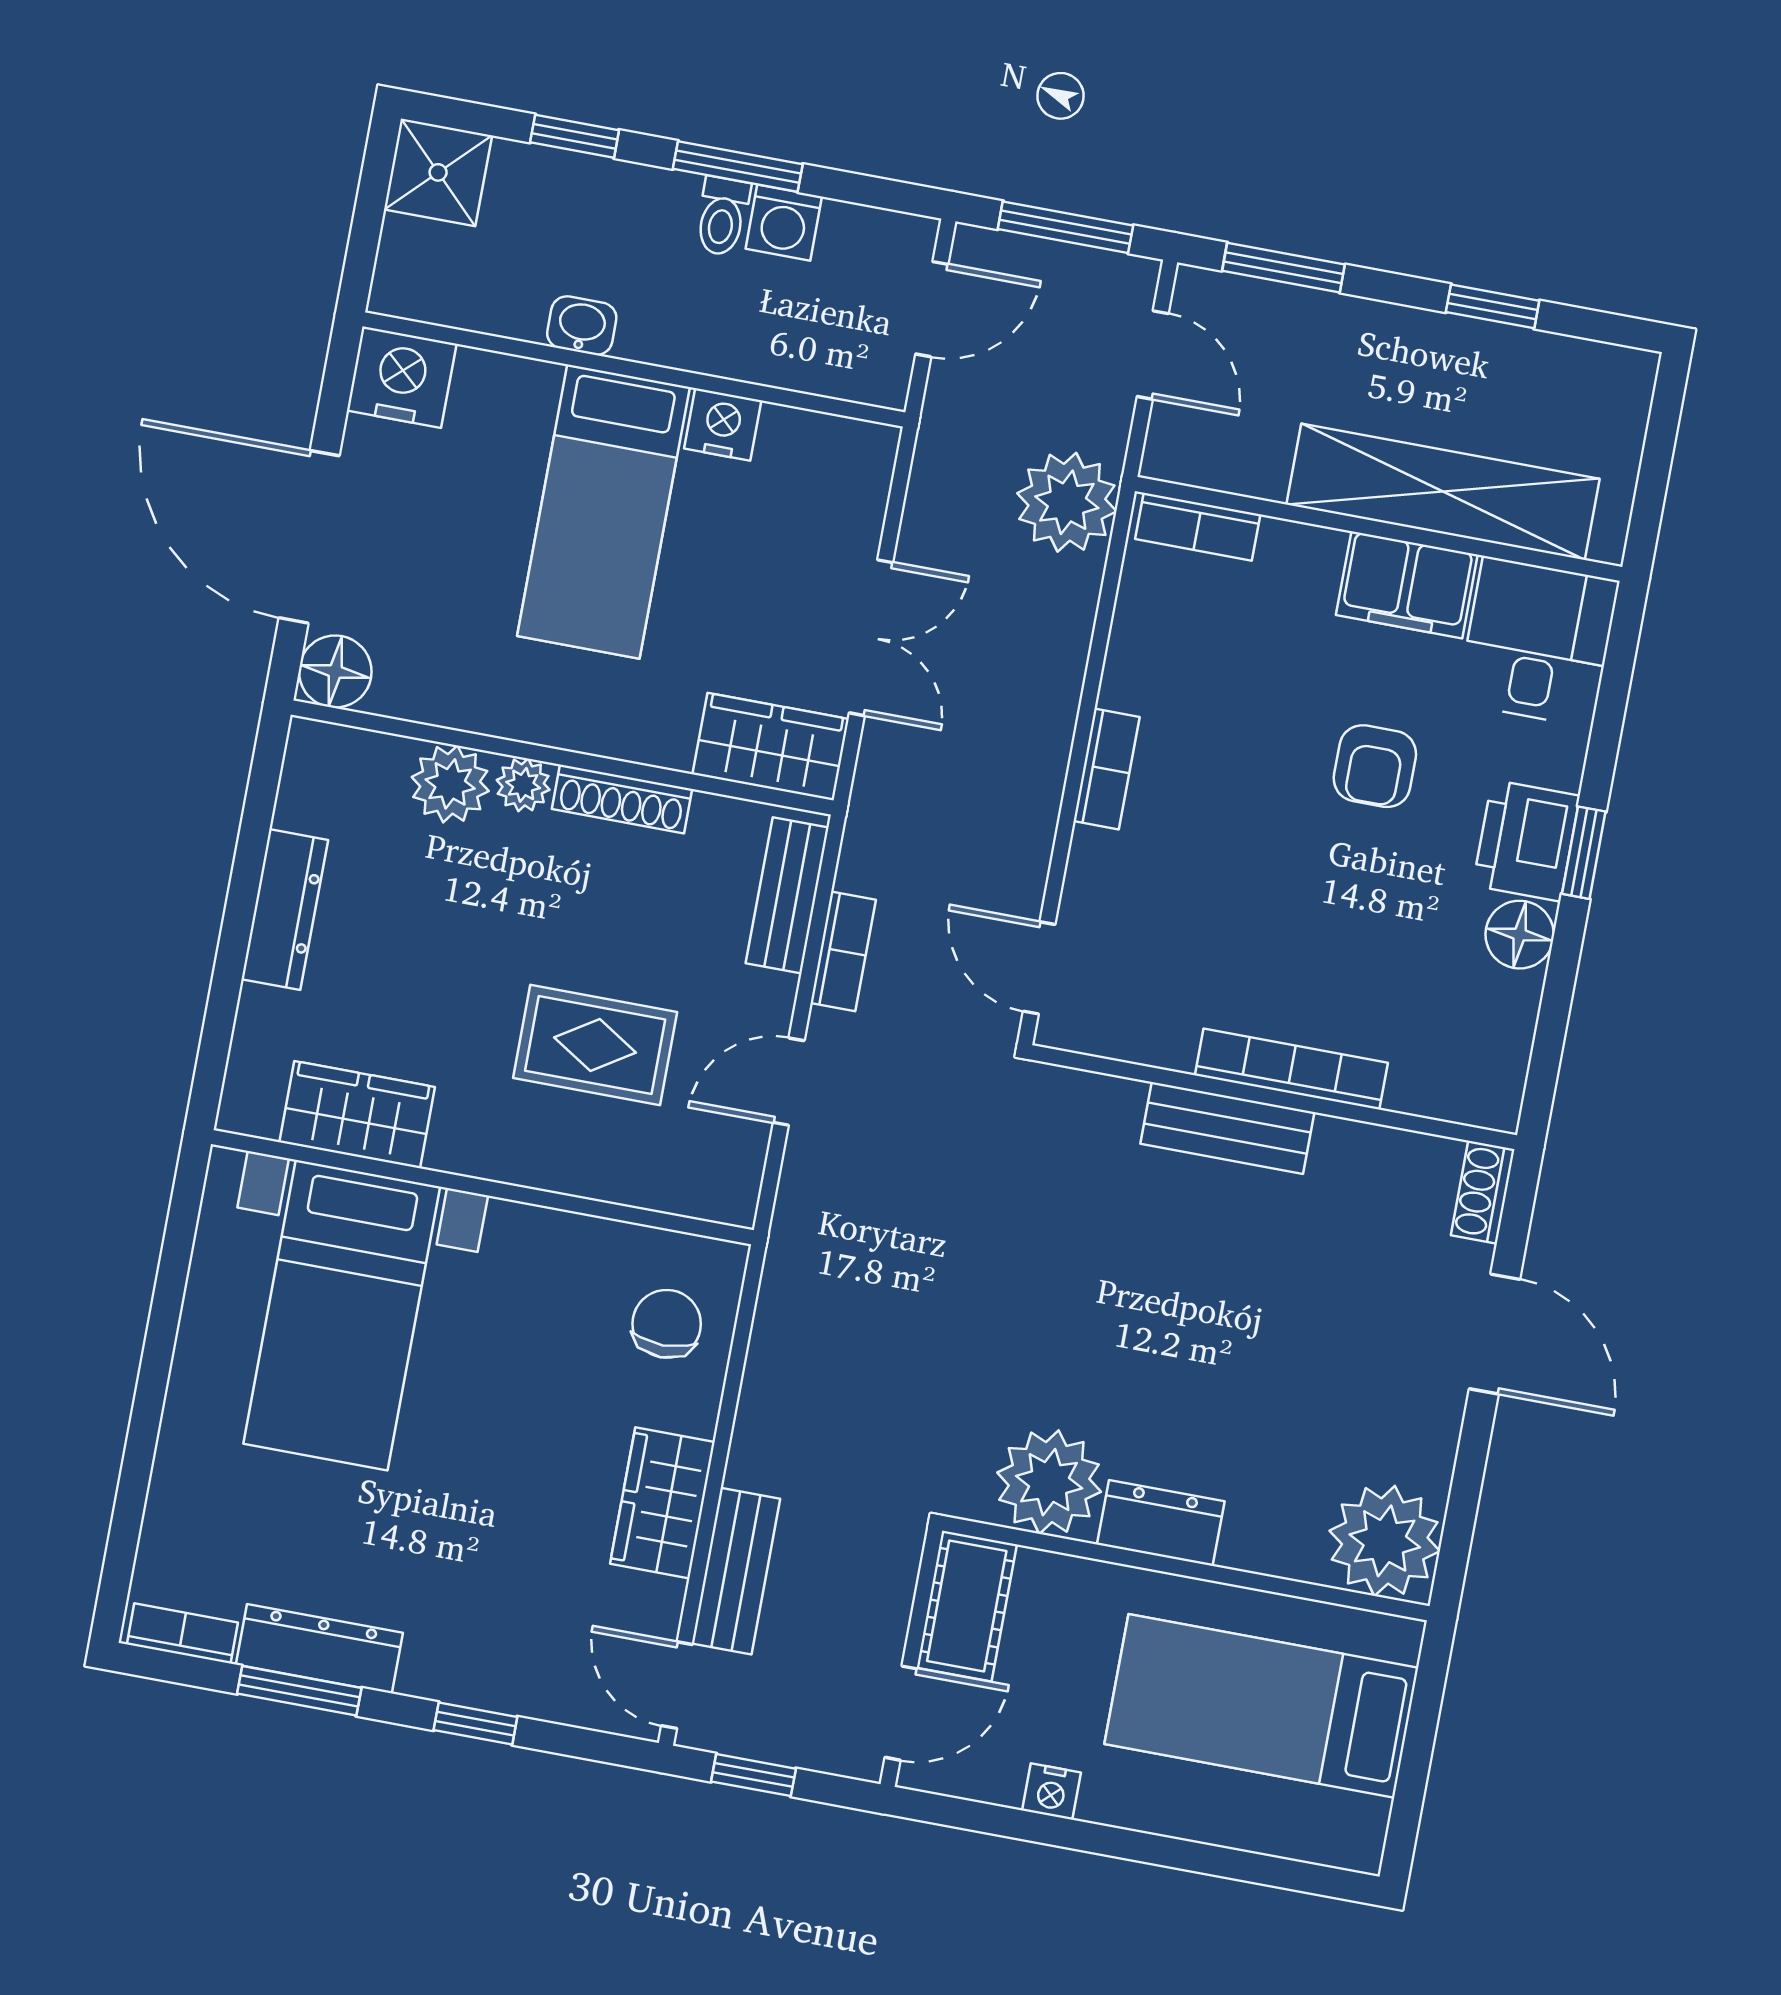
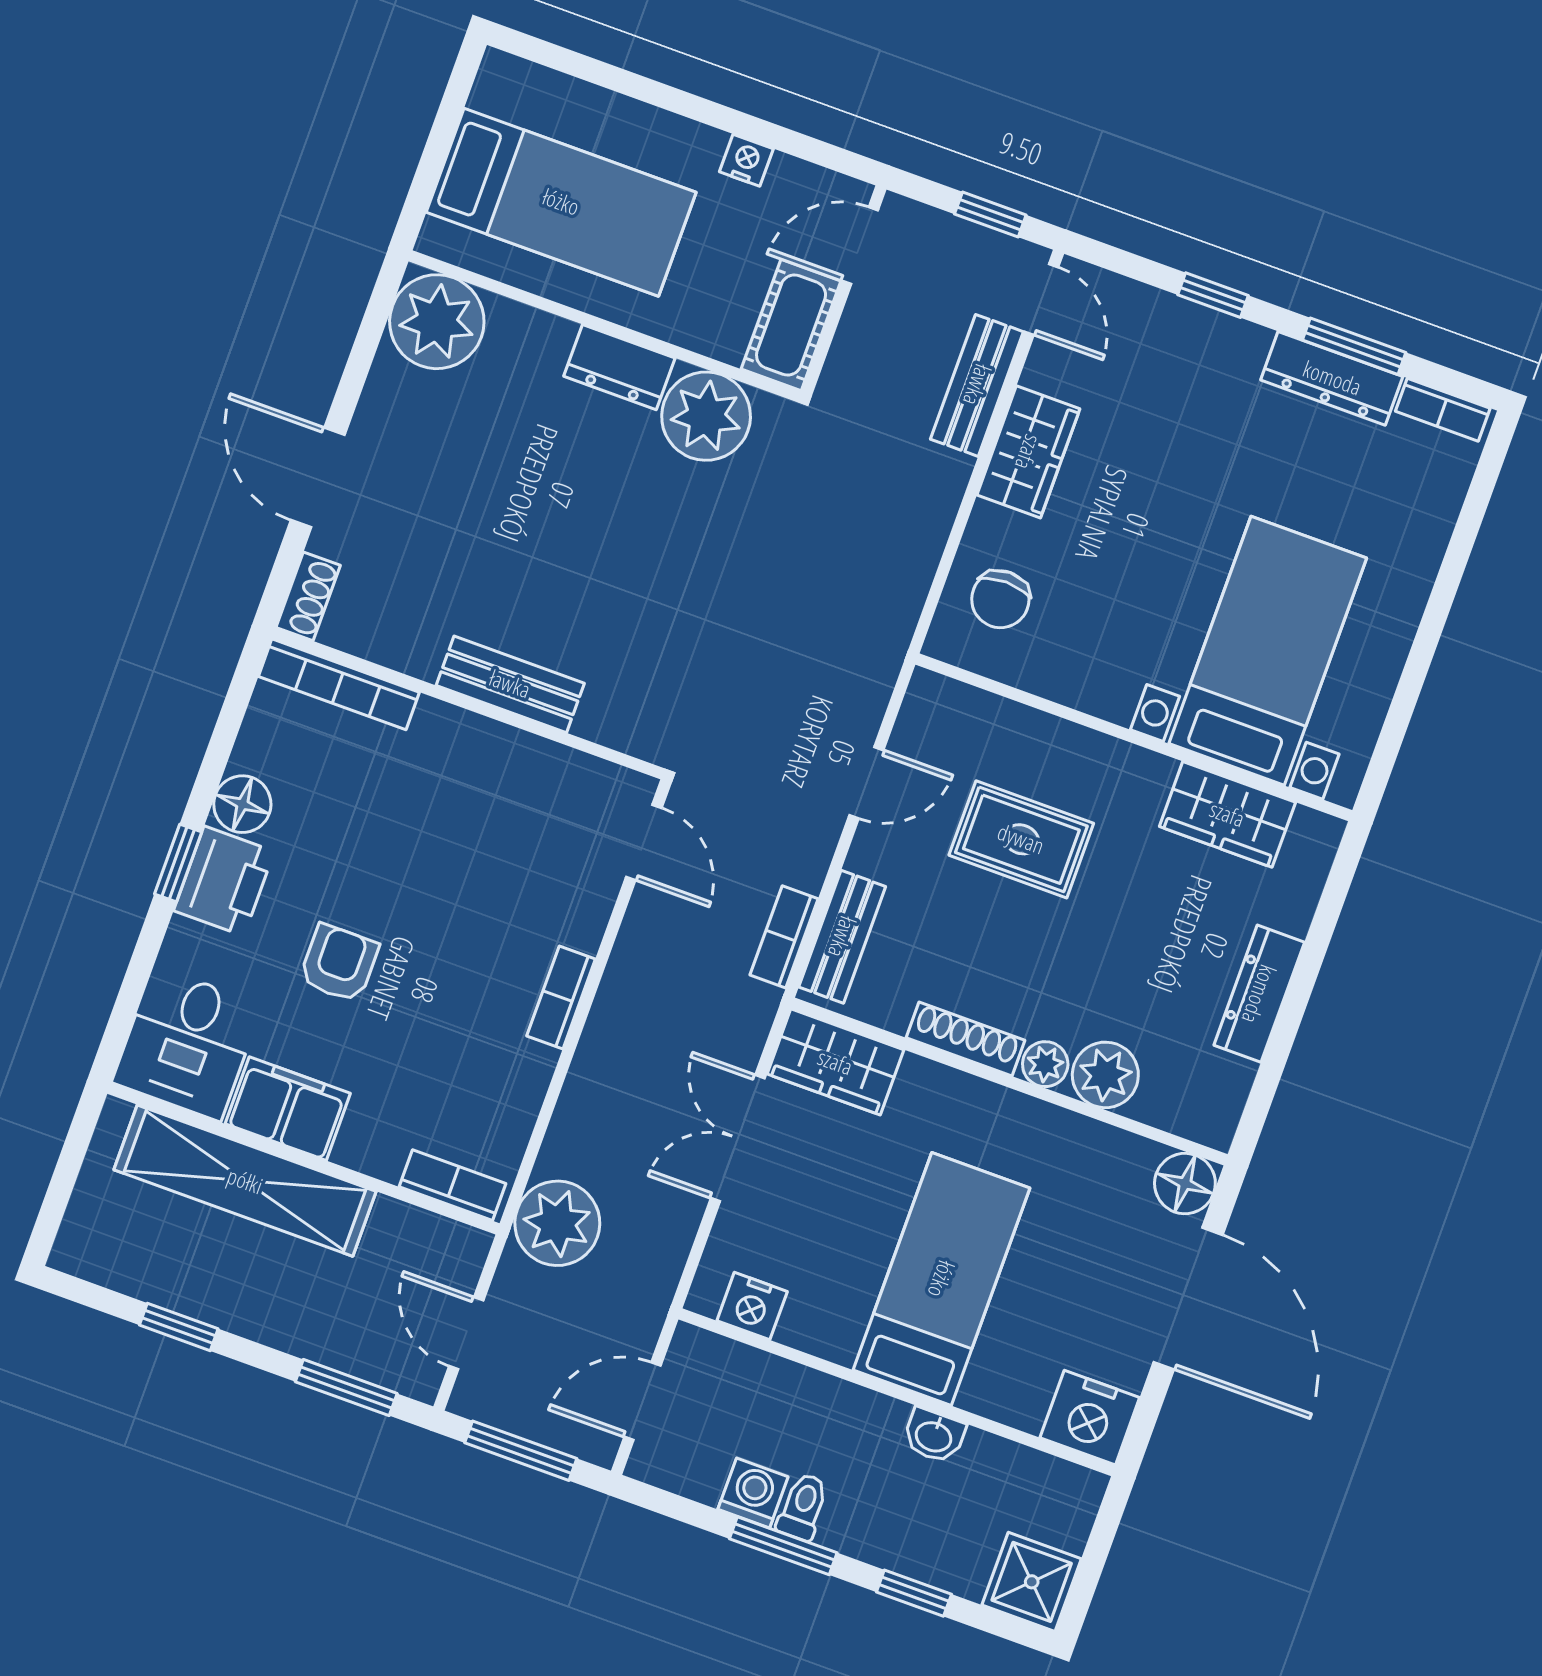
nightstand: (723, 424) -> (752, 1306), moved
bookcase: (843, 951) -> (784, 937), moved
bookcase: (1291, 1069) -> (339, 684), moved

